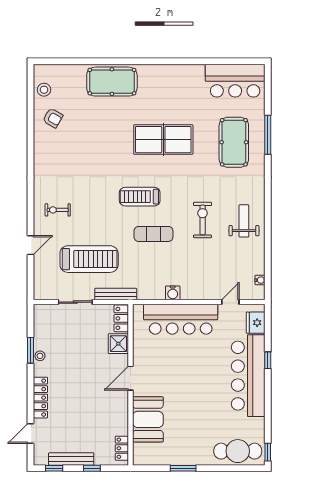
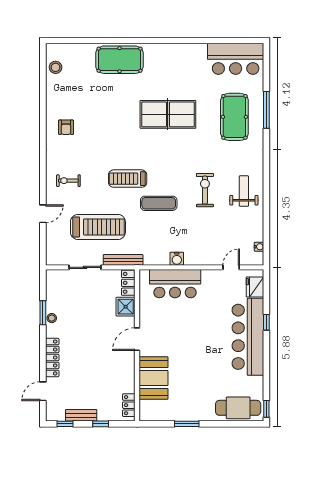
armchair: (53, 118) -> (66, 127), moved, turned 60
treadmill: (140, 197) -> (128, 179), moved
bar counter: (181, 319) -> (175, 284), width x0.73
bench: (71, 459) -> (81, 415), width x0.73

